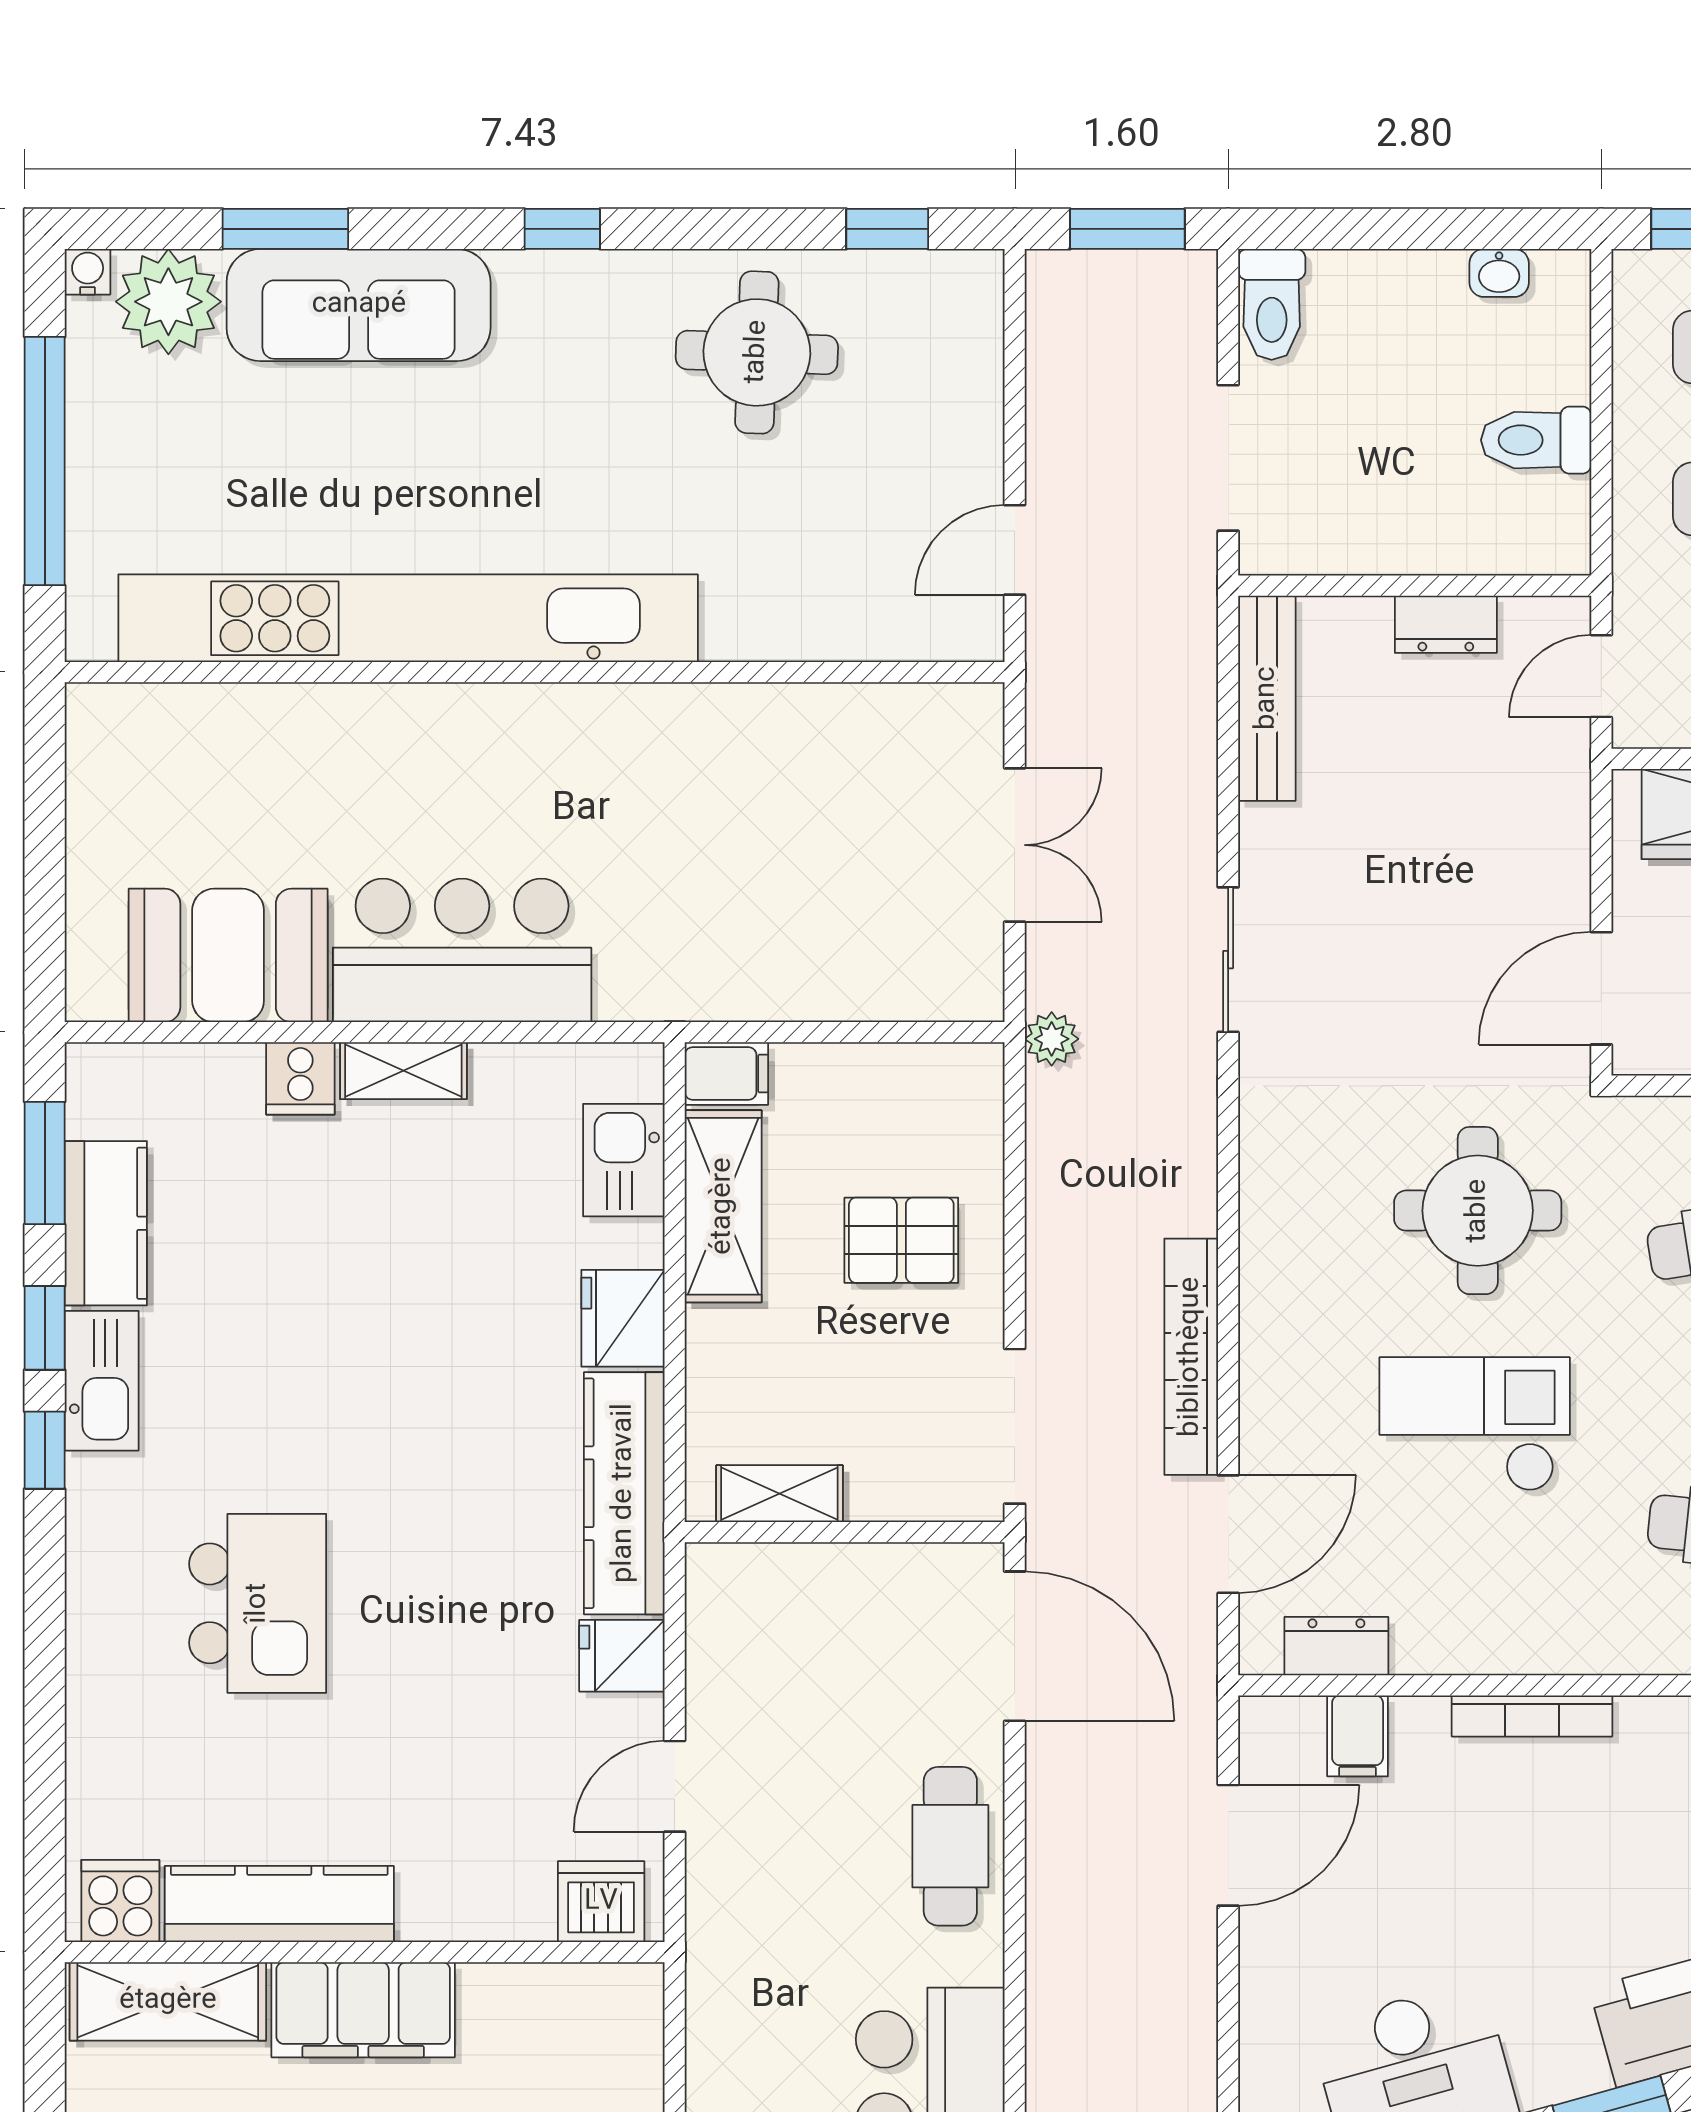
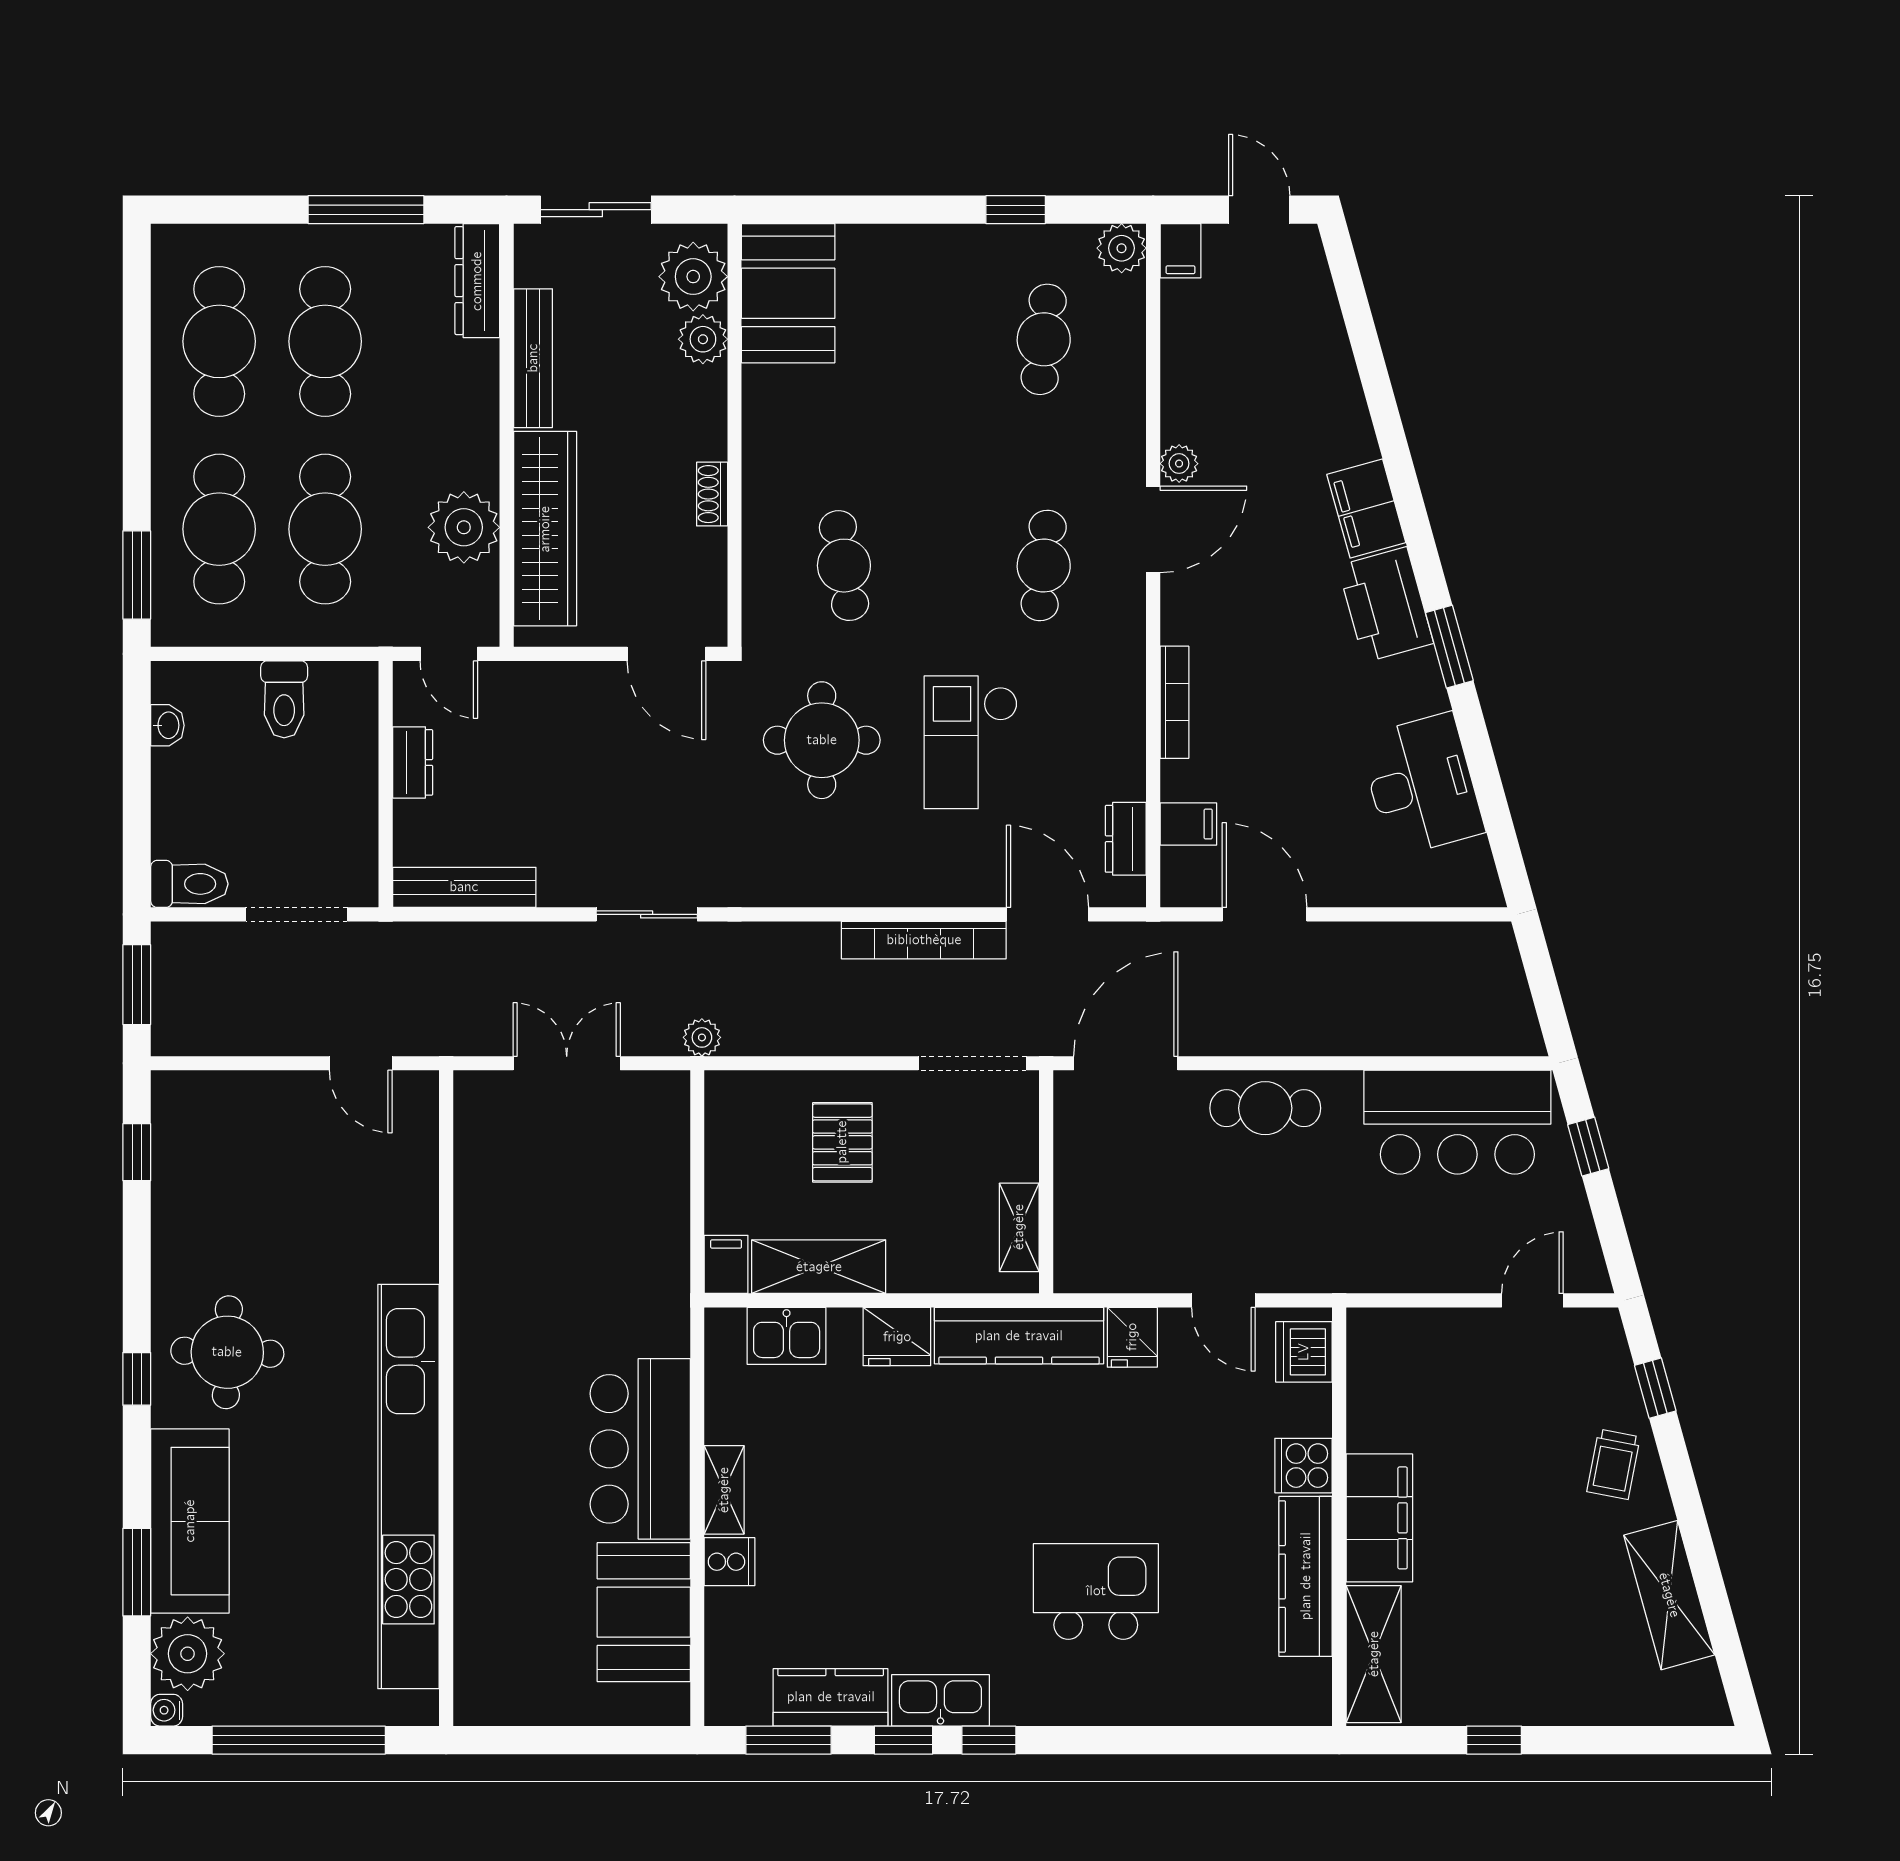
round table: (757, 352) -> (227, 1352), moved
cooker: (120, 1901) -> (1304, 1466), moved

